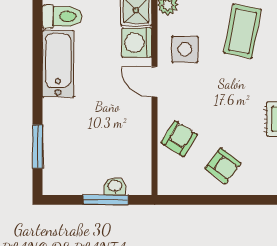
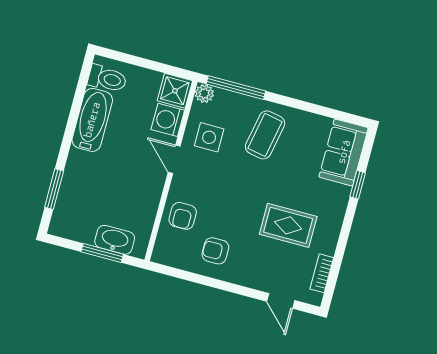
armchair: (179, 139) -> (183, 216), turned 148
armchair: (223, 166) -> (215, 251), turned 143
washbasin: (115, 186) -> (115, 240), width x1.91, depth x1.45

